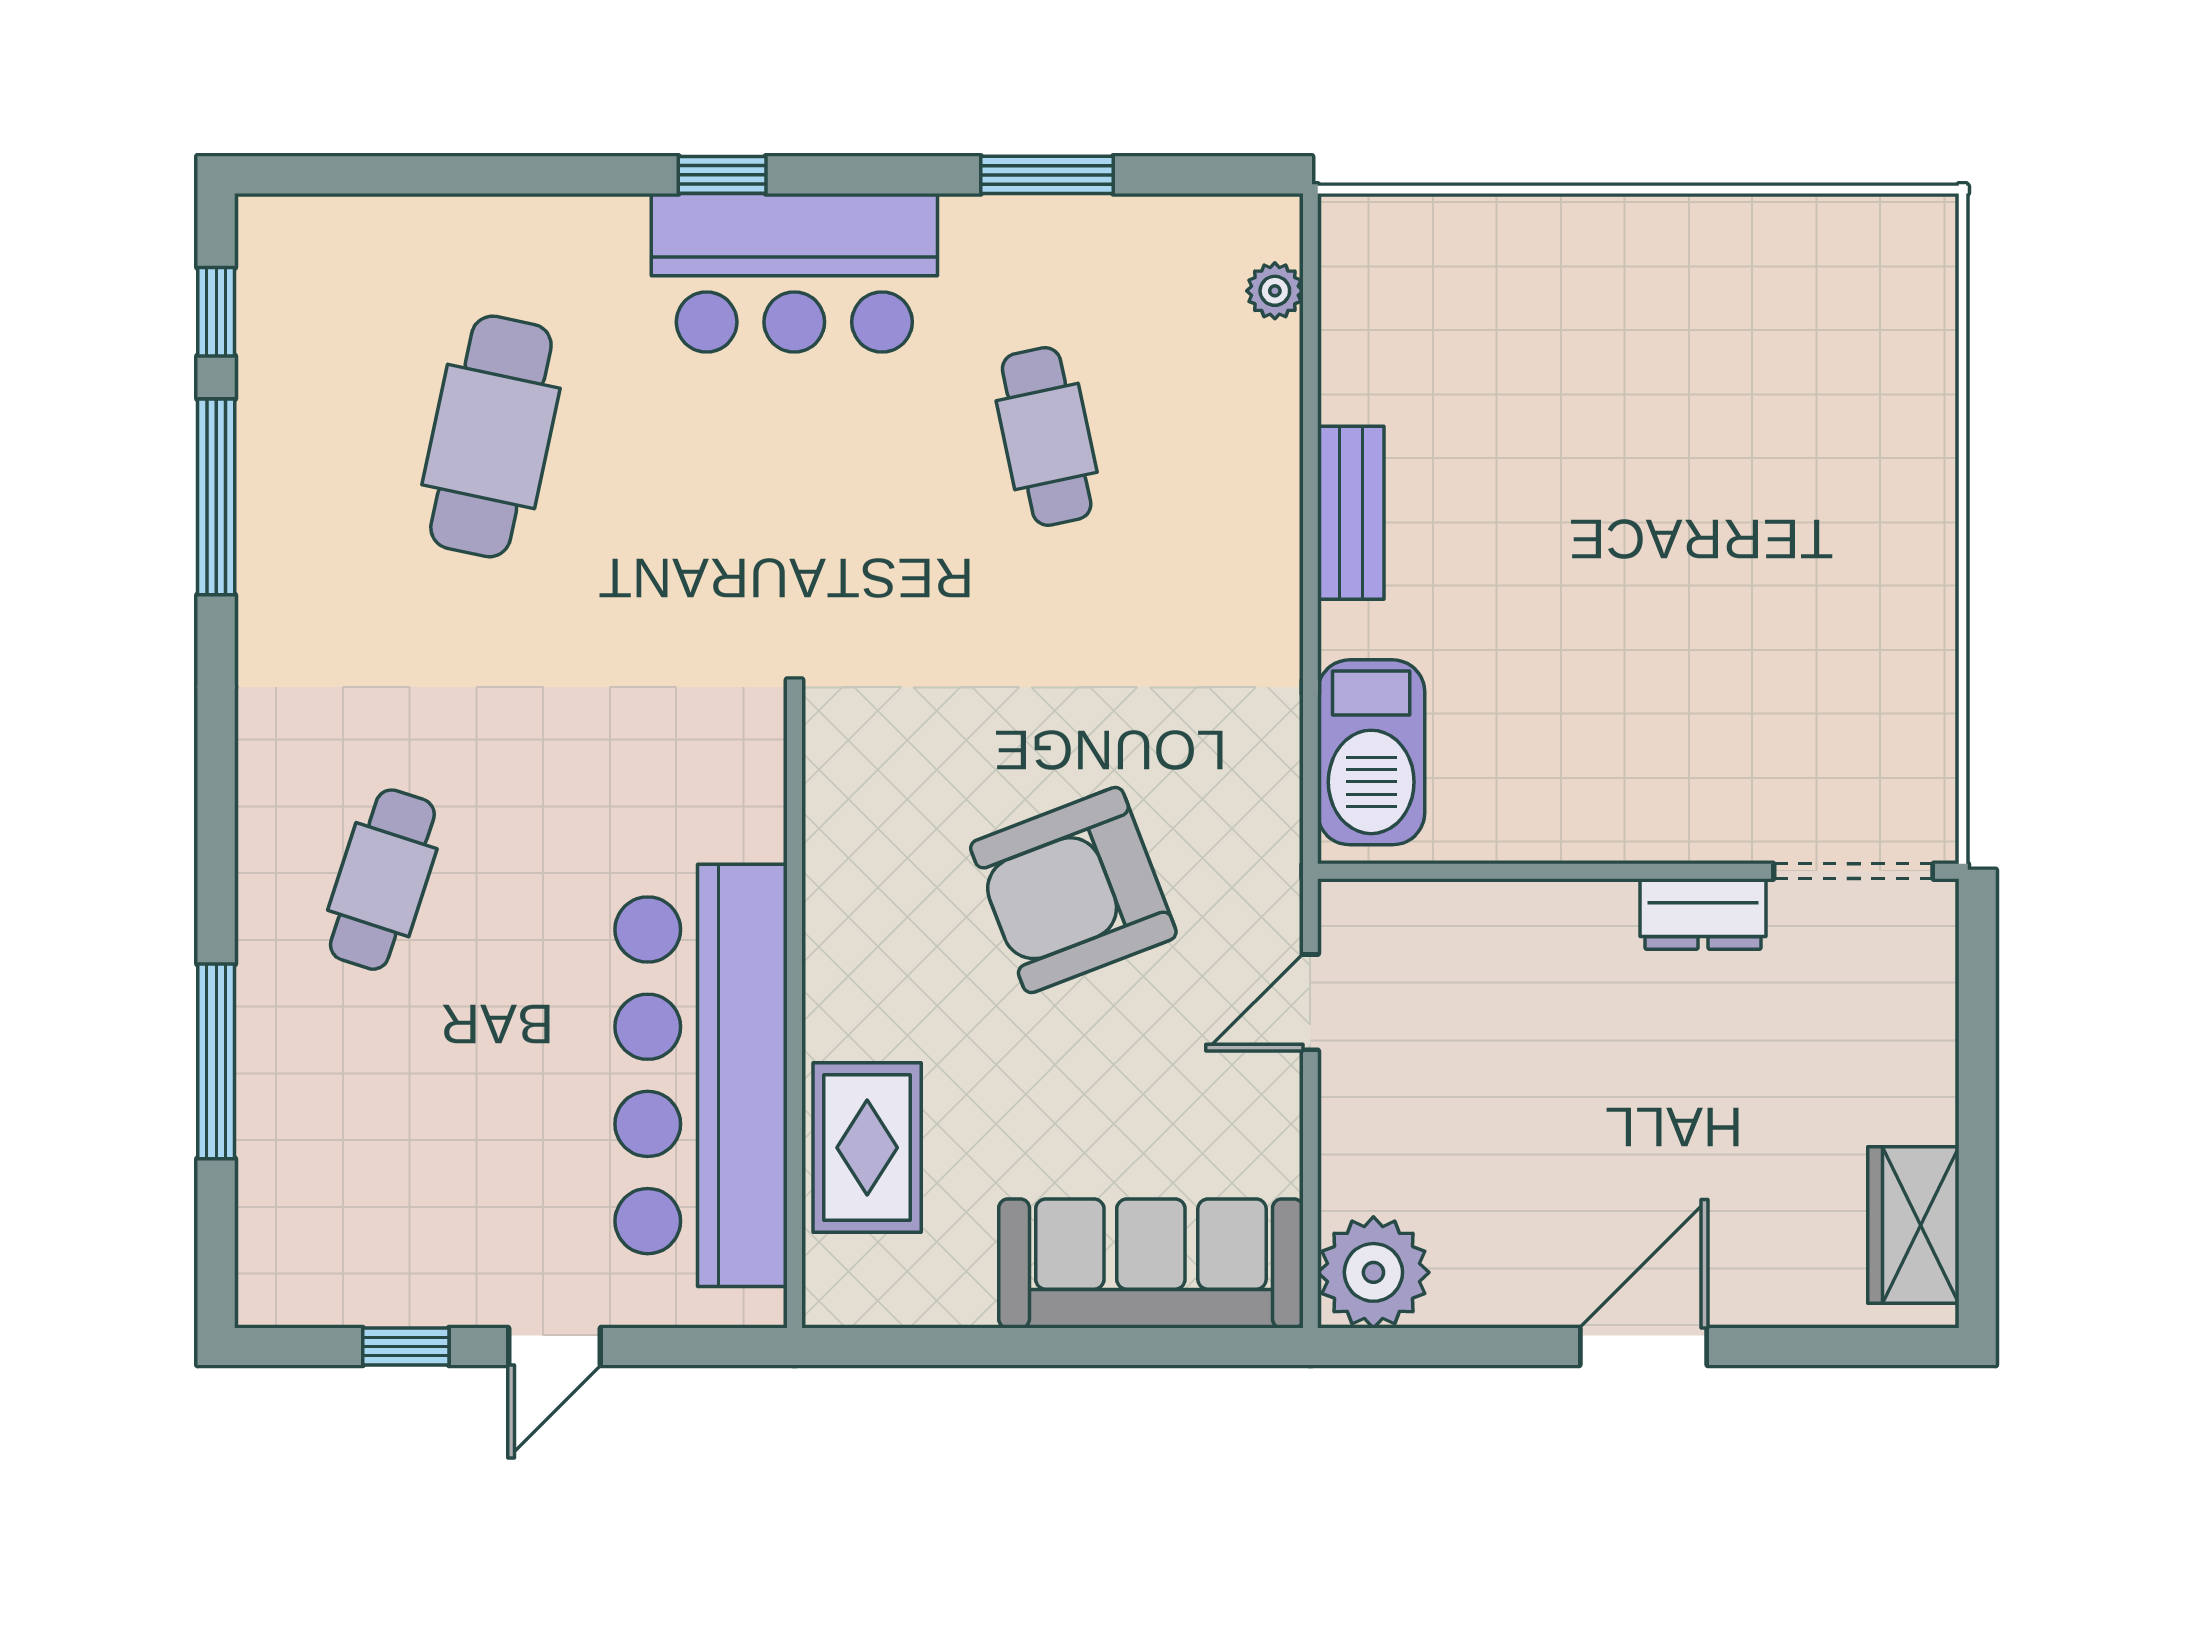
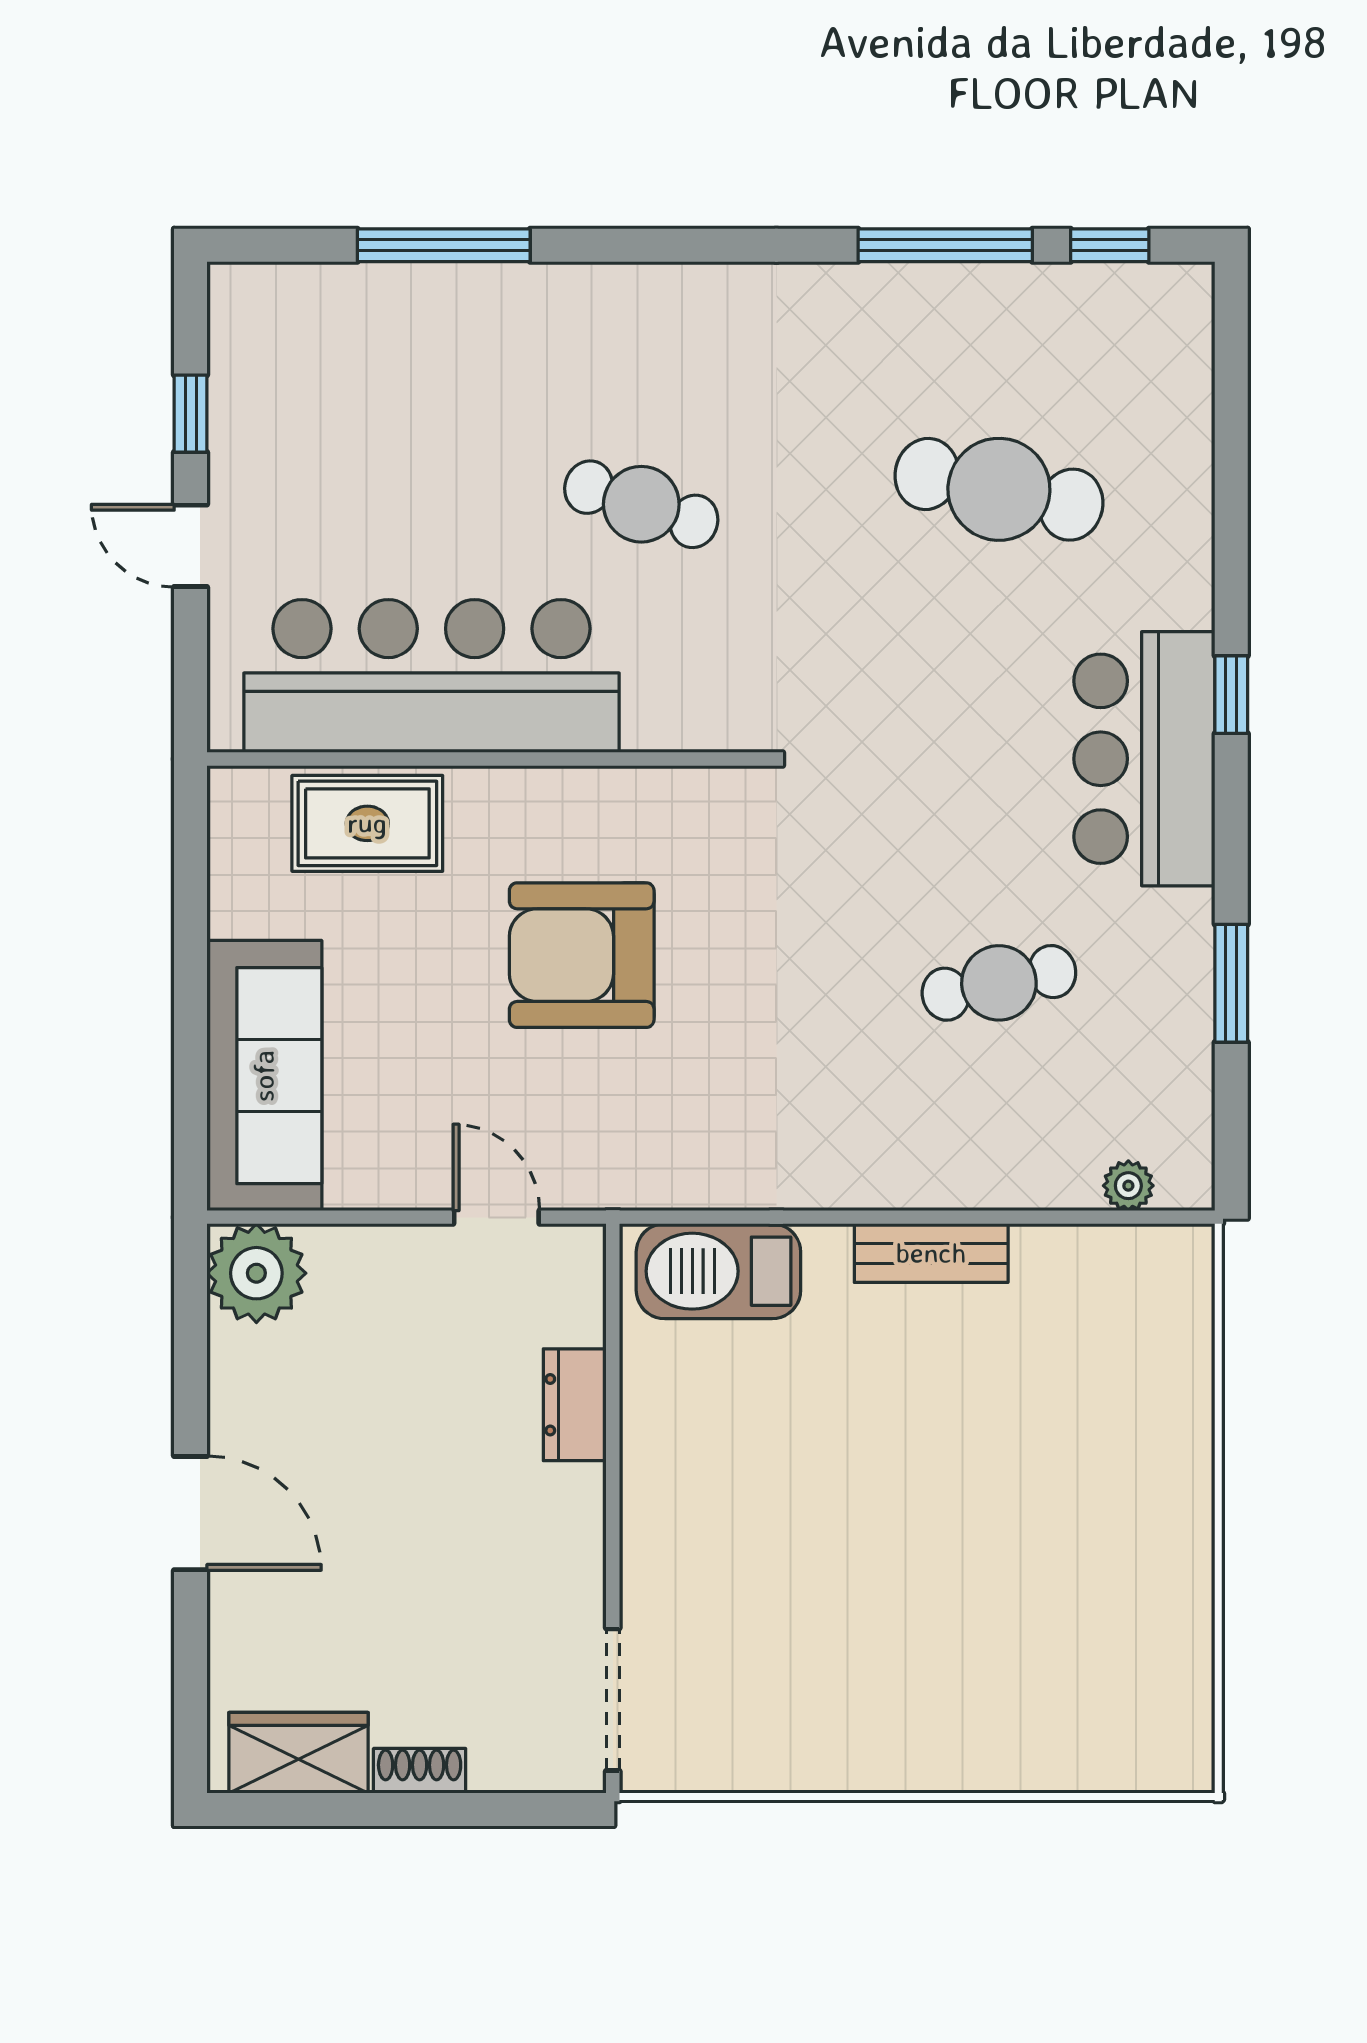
cafe table: (382, 880) -> (641, 504), moved
armchair: (1073, 890) -> (582, 955), moved, turned -69
dresser: (1703, 914) -> (575, 1405), moved
shoe rack: (1934, 1089) -> (420, 1771), added

